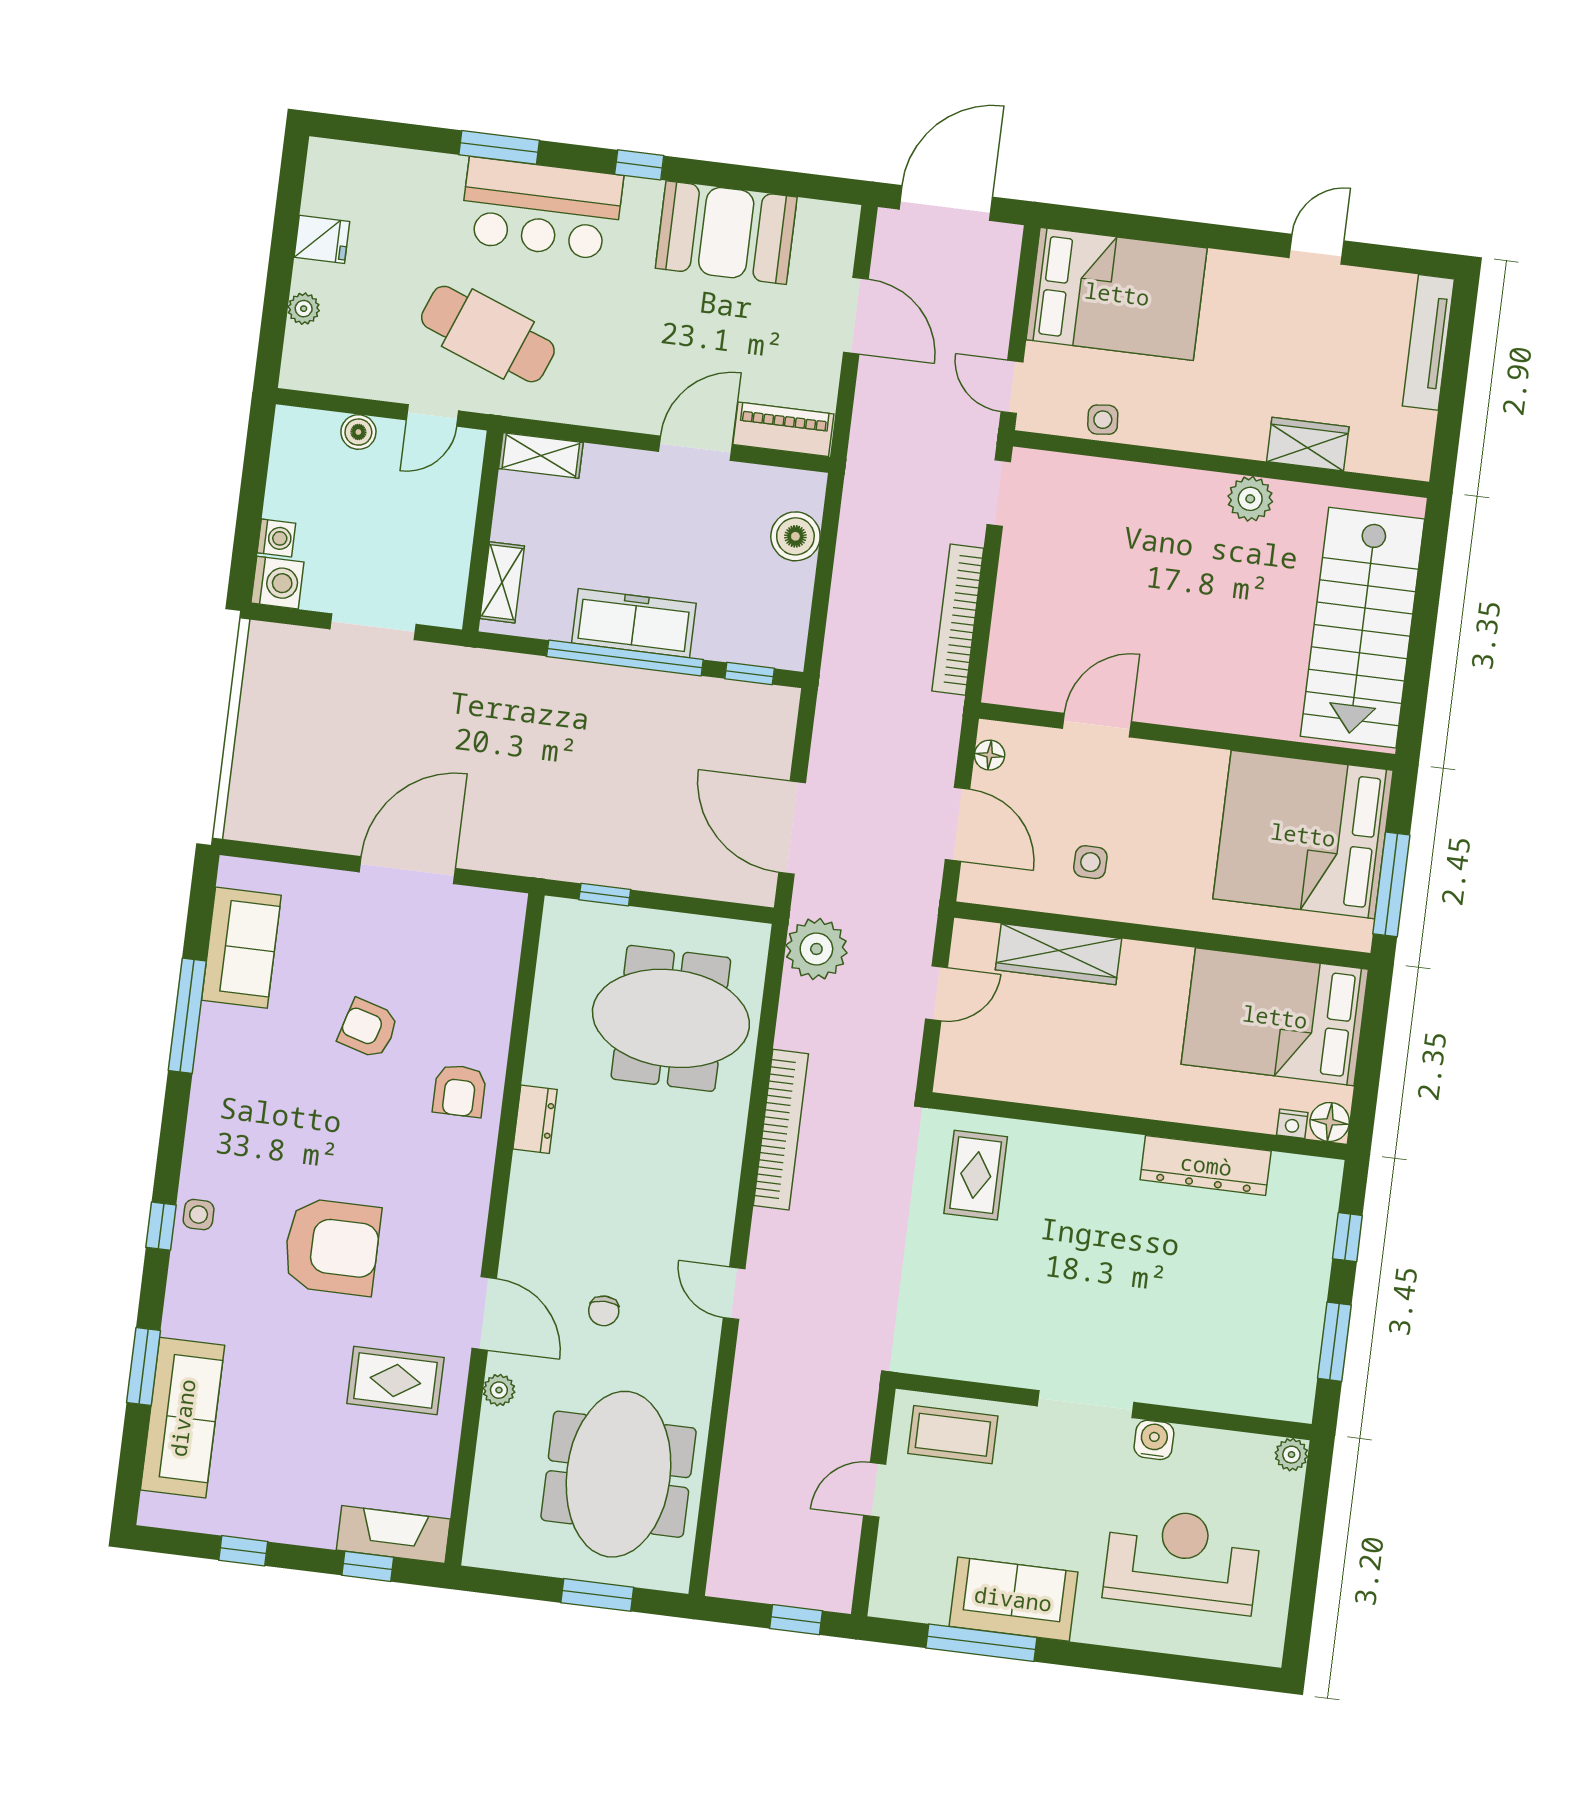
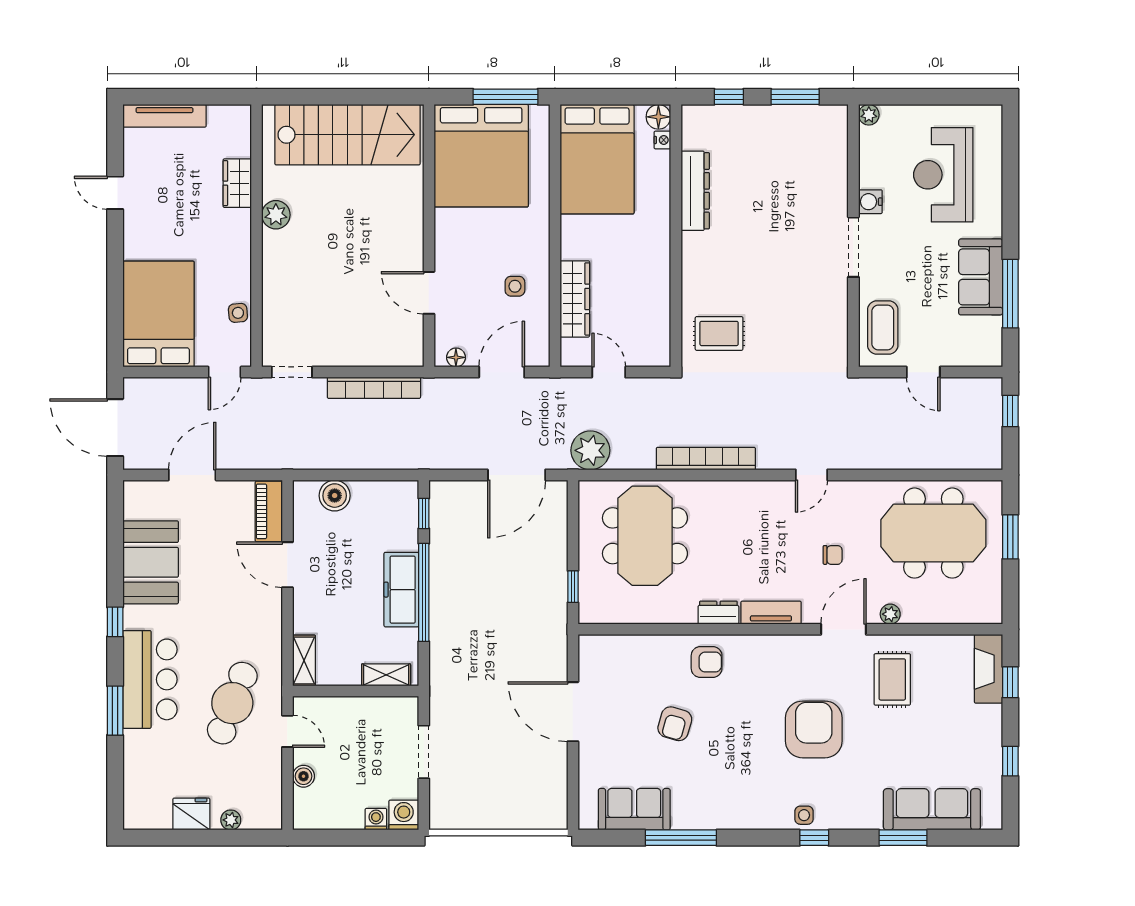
fridge: (322, 239) -> (191, 814), width x1.38
tv unit: (525, 1202) -> (771, 613), added

